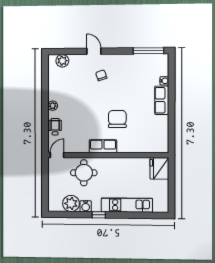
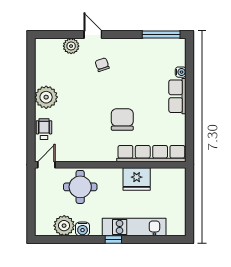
plant: (62, 61) -> (71, 46), moved
plant: (53, 106) -> (46, 97), width x1.88, depth x1.88
row of seats: (103, 146) -> (151, 154), moved, width x2.02
fridge: (159, 168) -> (137, 179), moved, turned -90
window: (99, 215) -> (113, 240), moved

